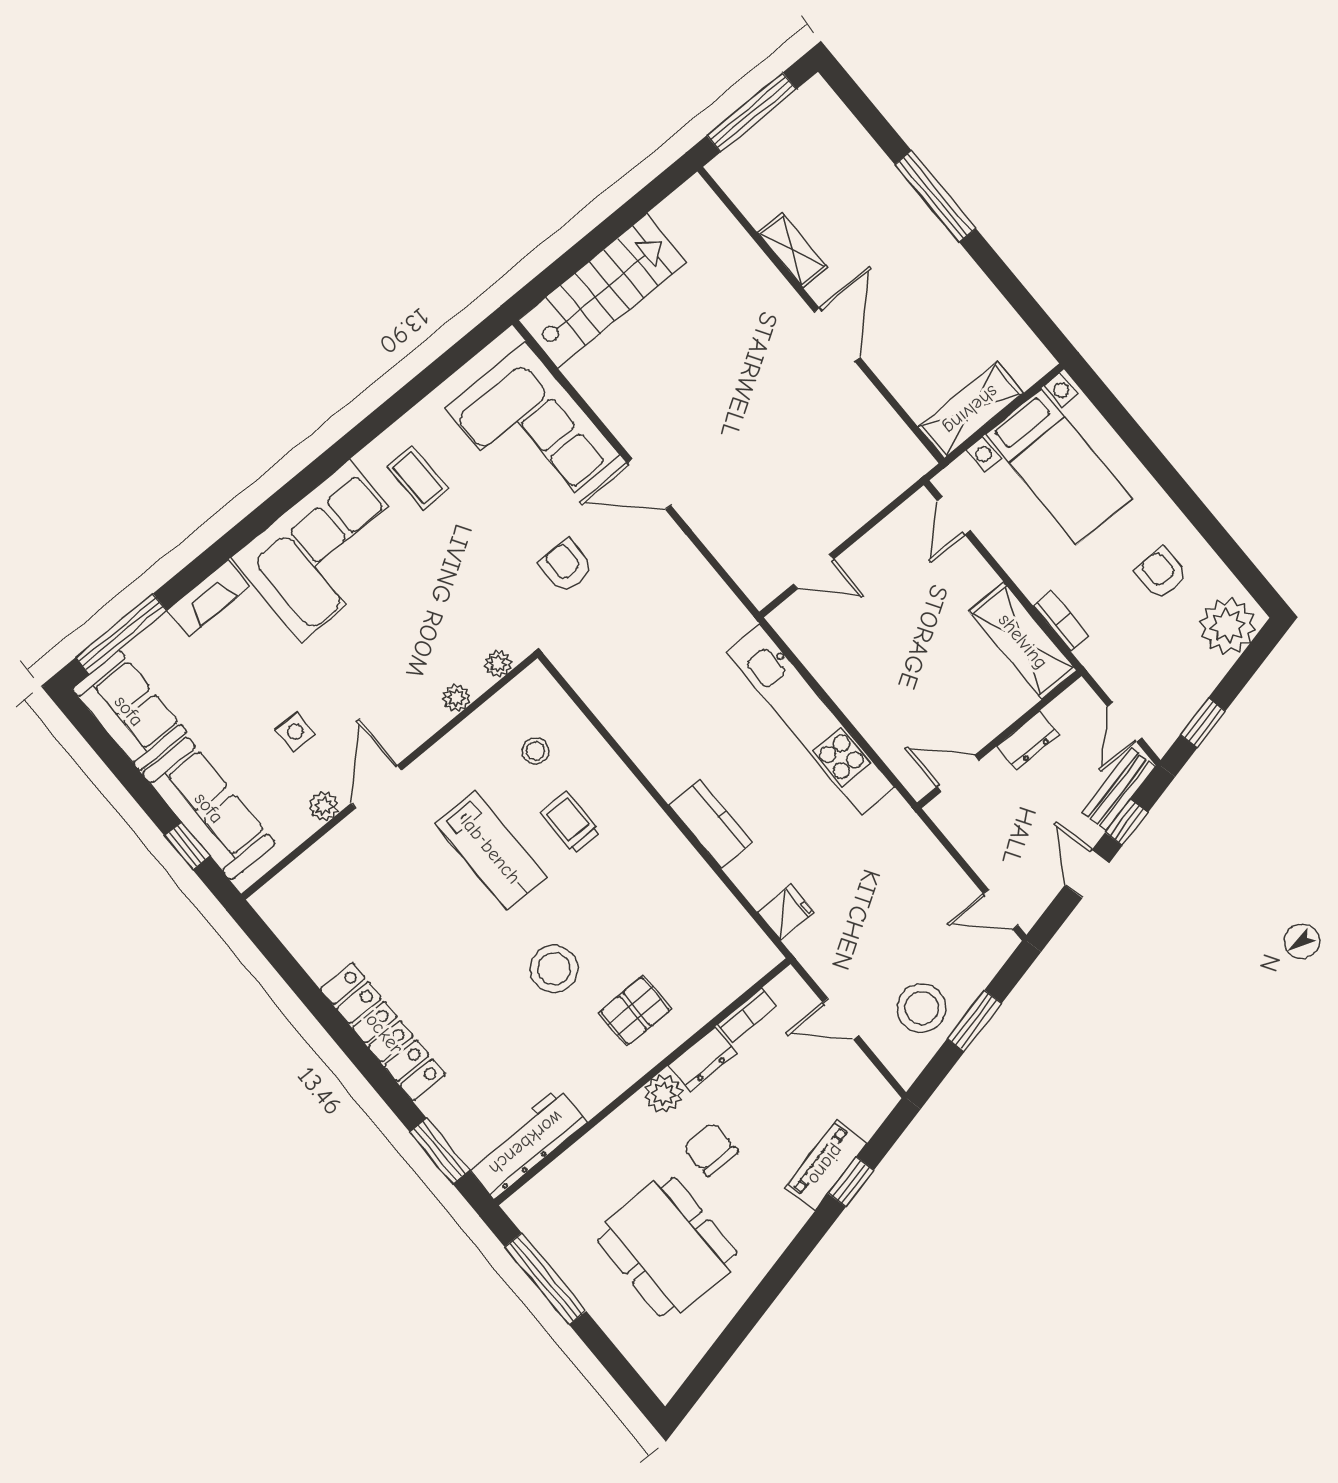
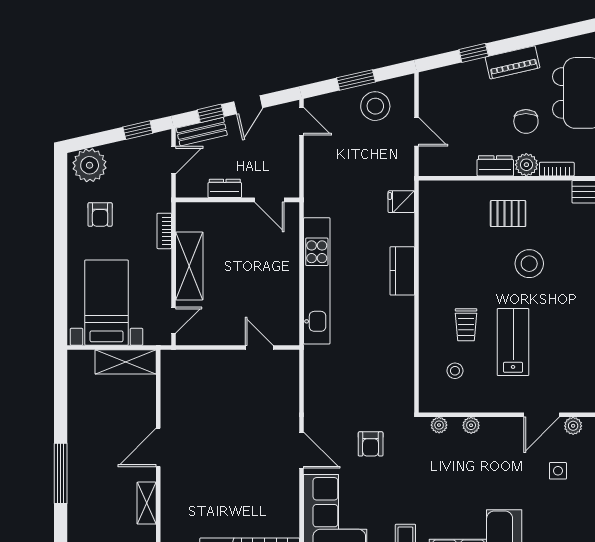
shelving: (1023, 641) -> (189, 266), moved
bookcase: (747, 1015) -> (557, 169), moved
piano: (826, 1165) -> (513, 62), moved

